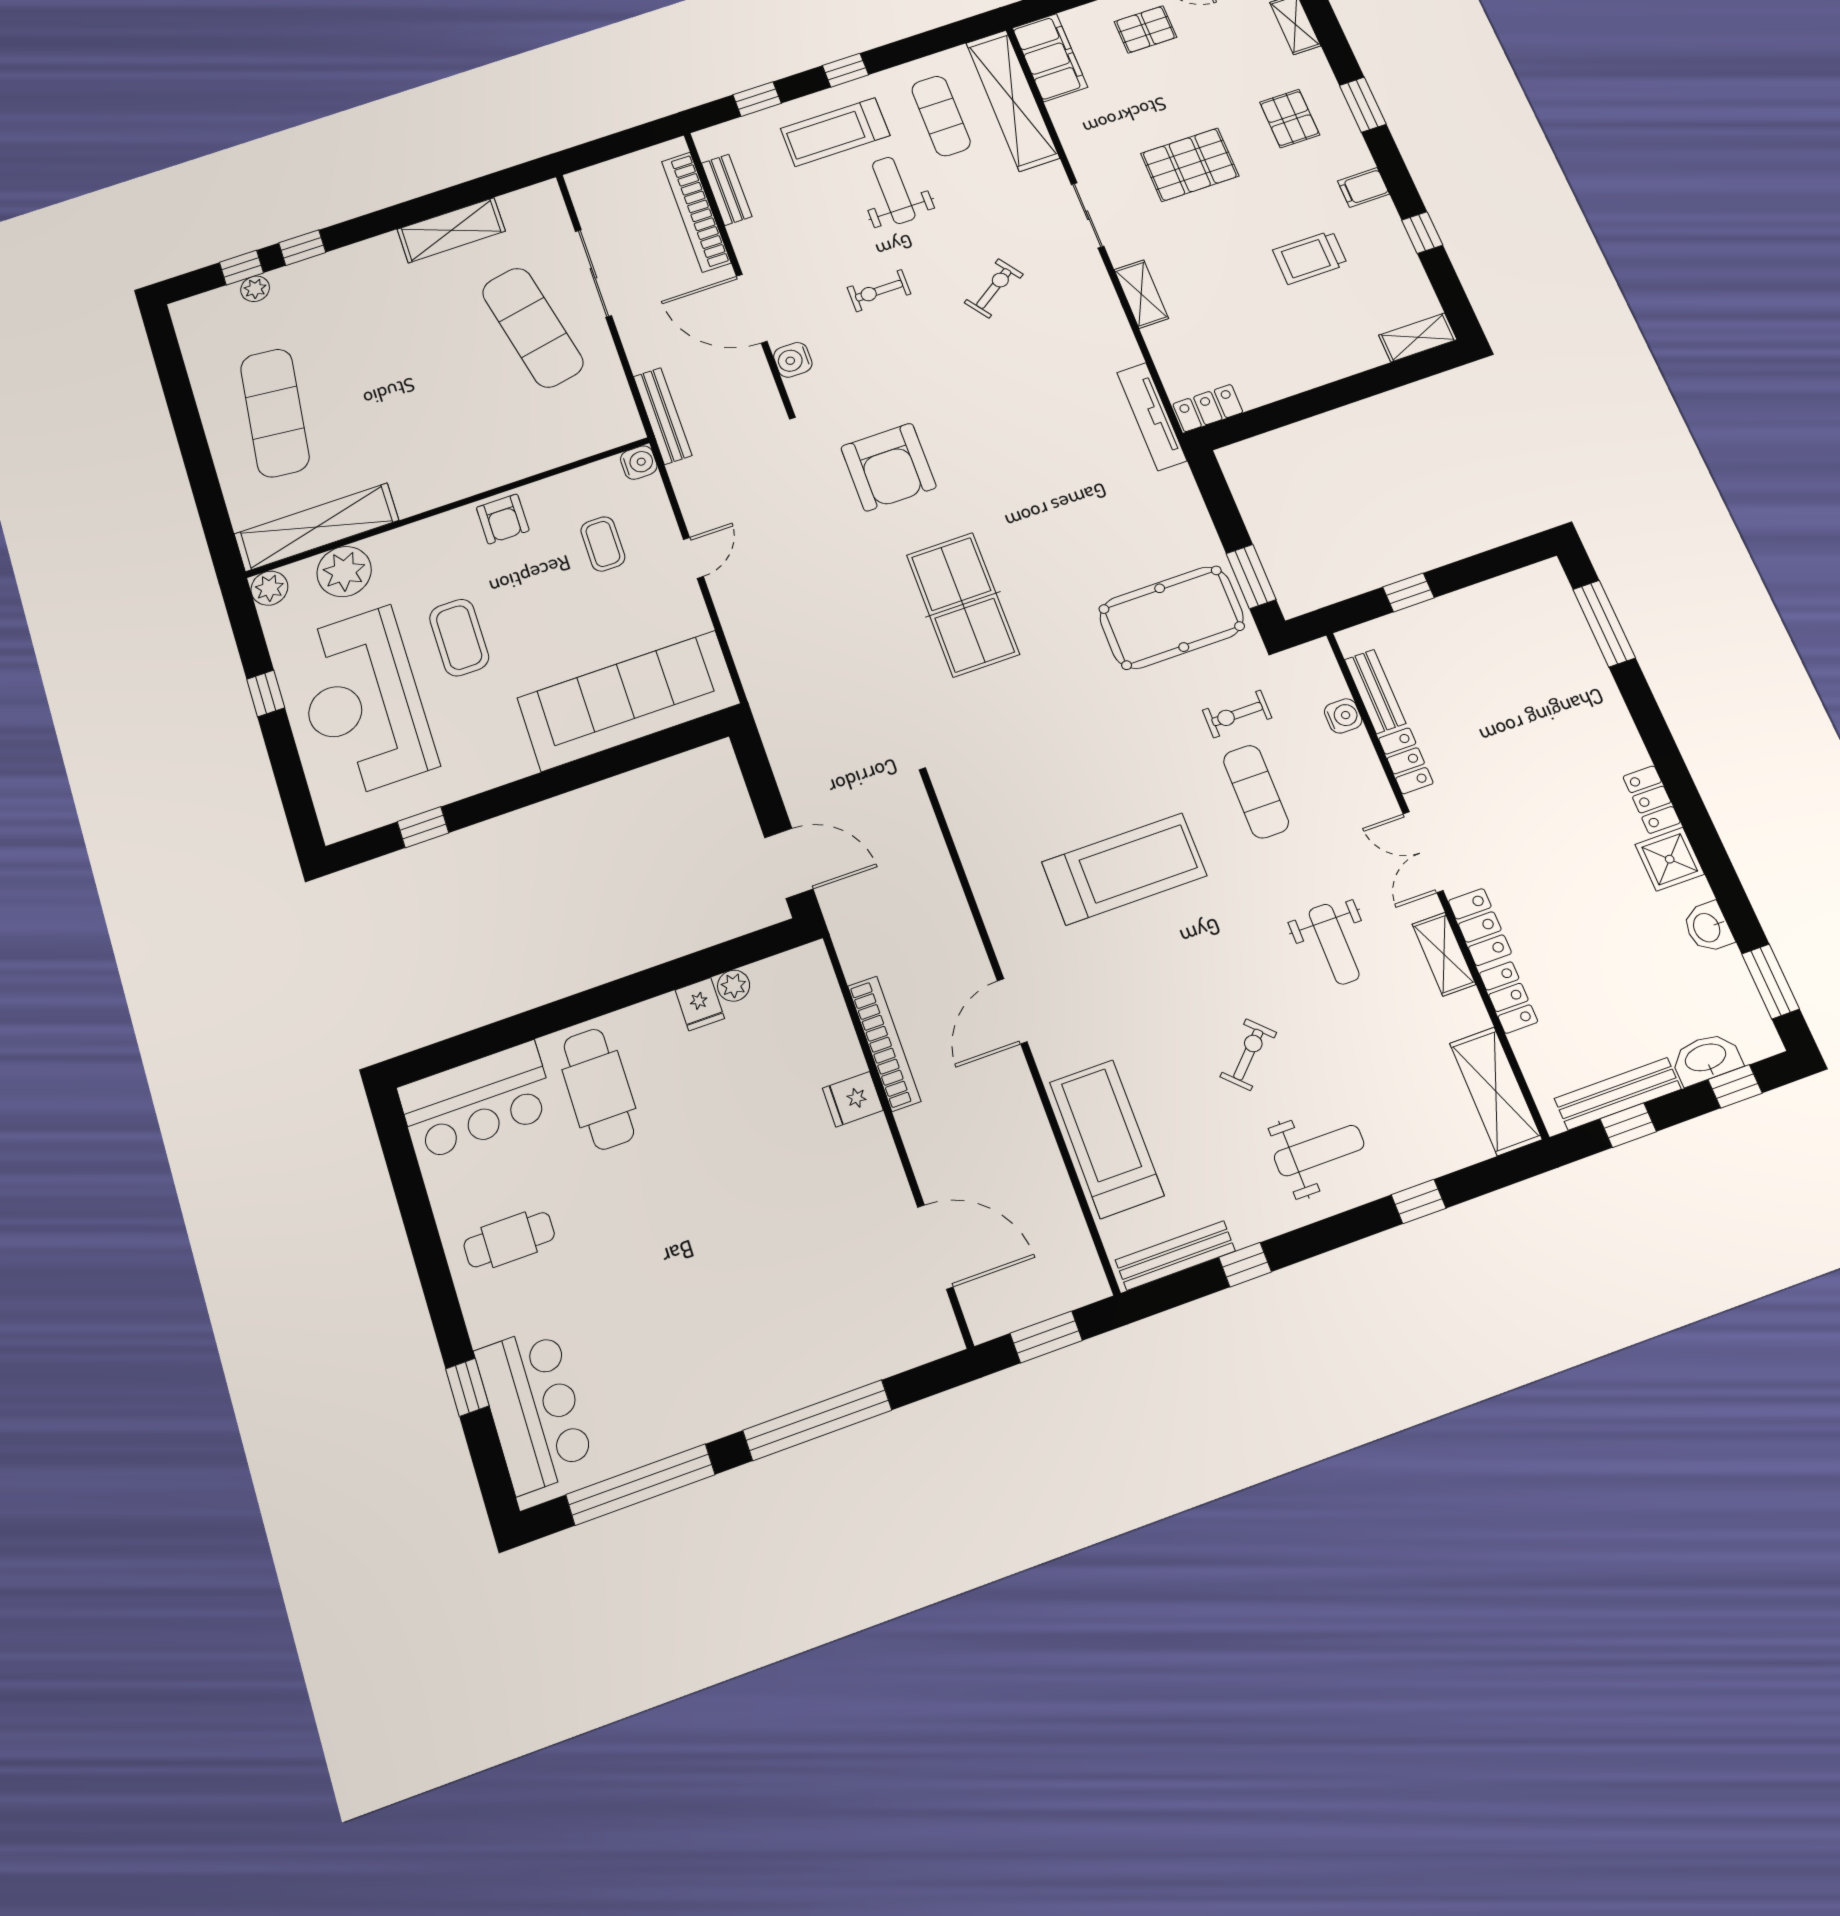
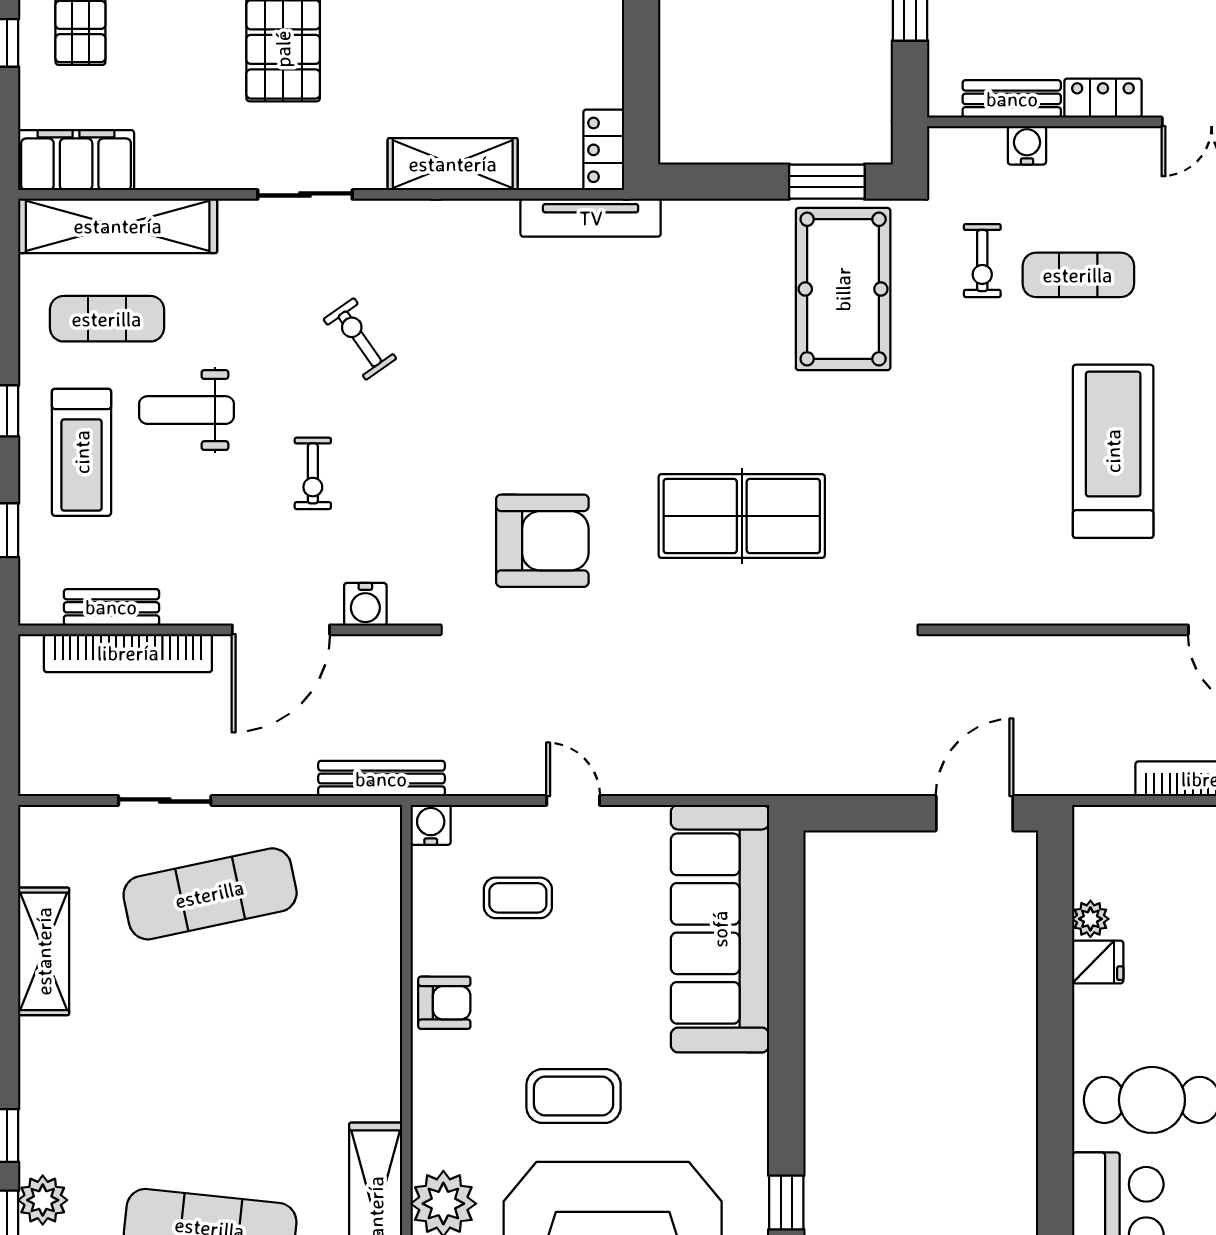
sliding door: (593, 273) -> (165, 800), width x0.73
plant: (255, 289) -> (43, 1200), width x1.38, depth x1.38
shelving: (1141, 294) -> (453, 164), width x1.50, depth x1.33

